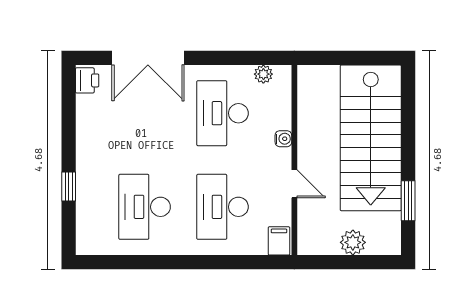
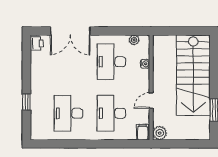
water cooler: (283, 139) -> (145, 64), moved
door: (294, 184) -> (151, 101), swing flipped
plant: (353, 242) -> (160, 133), moved

